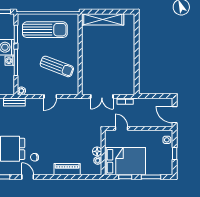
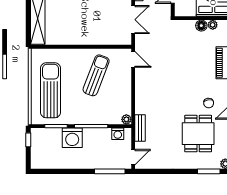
washing machine: (10, 61) -> (118, 134), moved
door: (50, 96) -> (133, 59), moved

